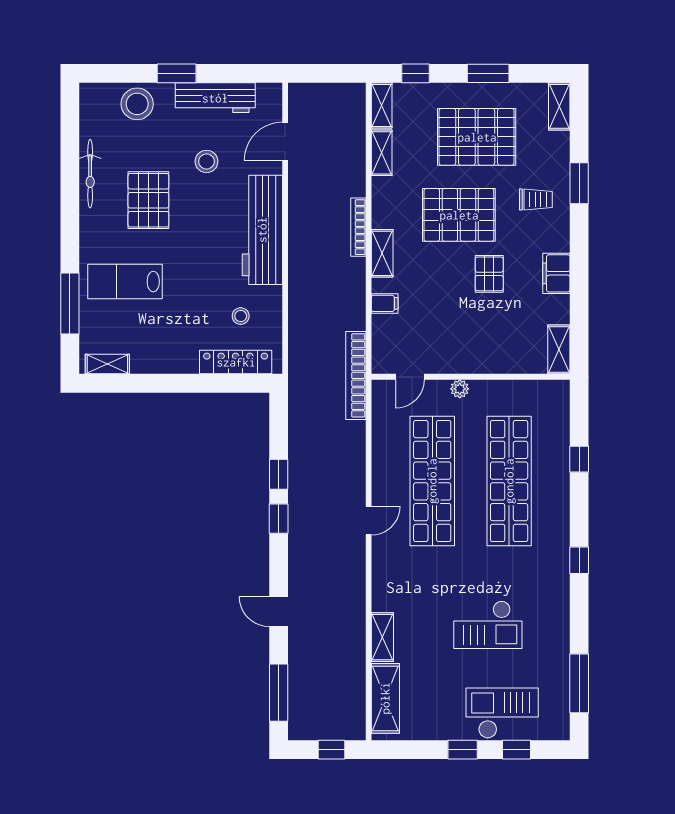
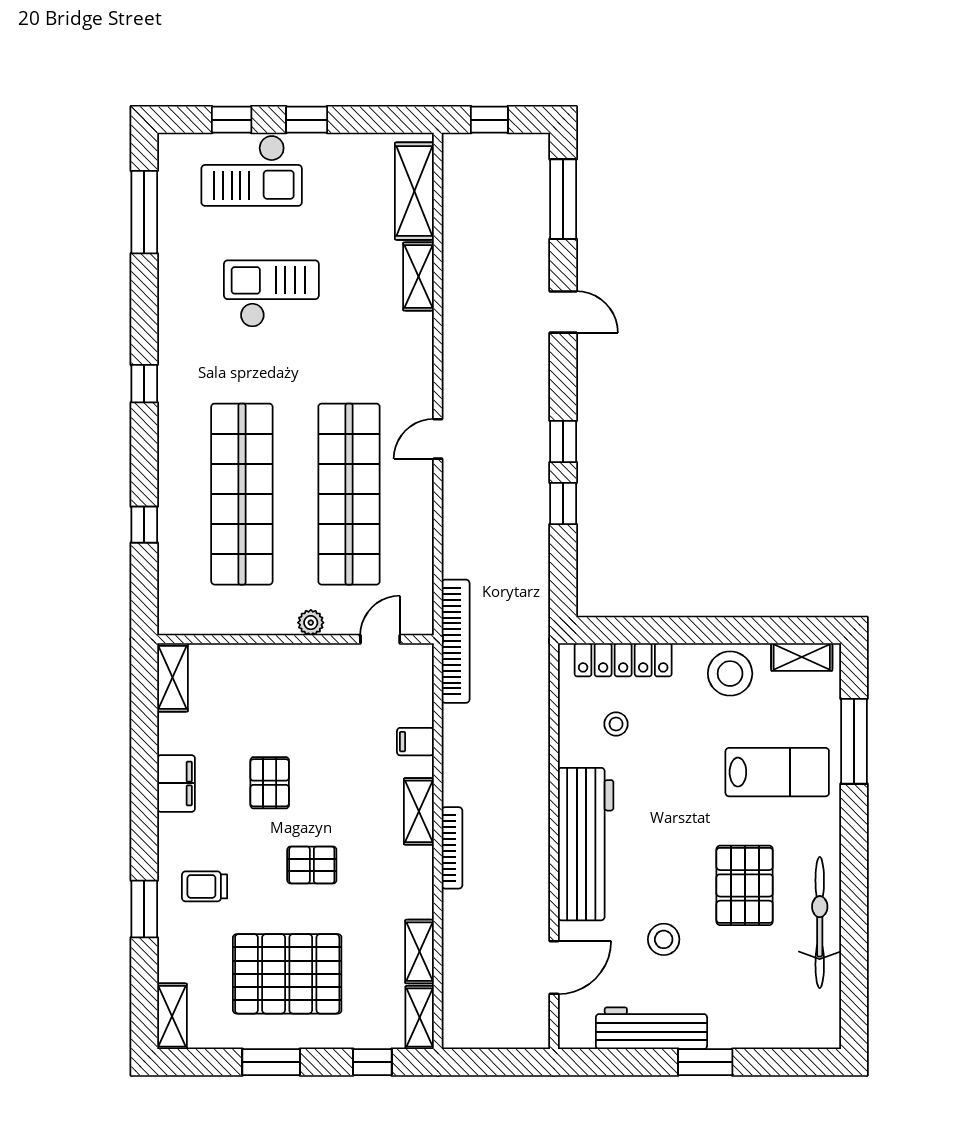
stool: (137, 104) -> (730, 674), moved
bicycle: (90, 174) -> (820, 922), width x1.37, depth x1.40
pallet: (459, 215) -> (312, 865), width x0.49, depth x0.50

